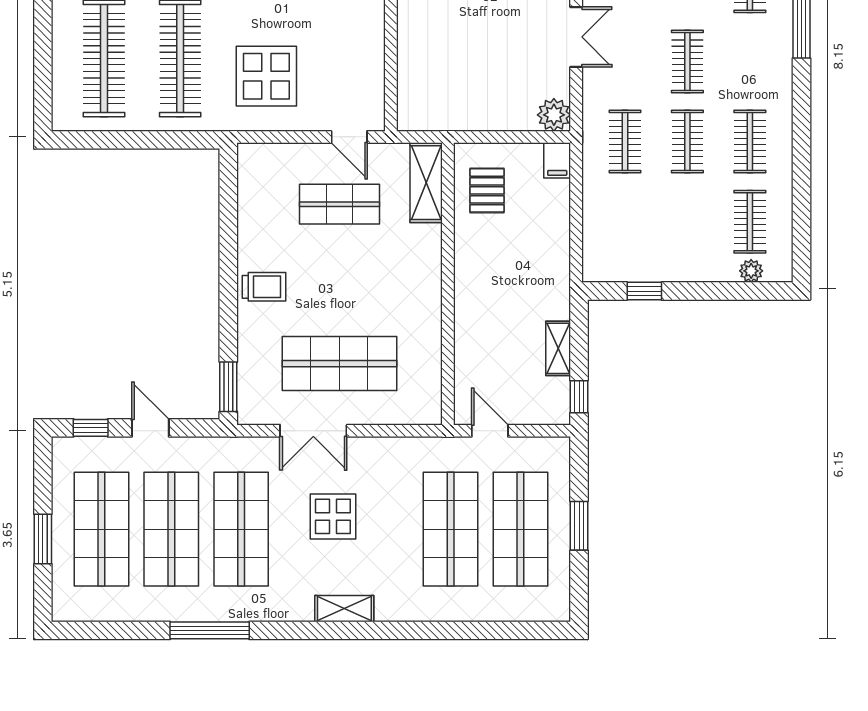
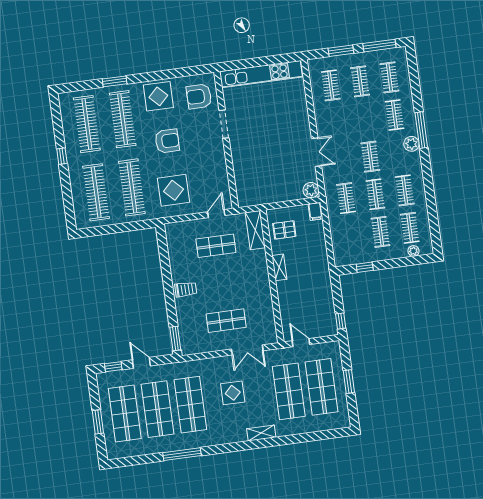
plant: (777, 46) -> (411, 144), added
door: (349, 137) -> (216, 214), swing flipped
pallet: (487, 190) -> (284, 230), turned 90
clothes rail: (687, 222) -> (380, 232), added
shelving: (558, 348) -> (279, 267), moved
shop shelf: (339, 364) -> (226, 321), width x0.70, depth x0.74
double door: (313, 431) -> (247, 350), moved
shelving: (344, 609) -> (261, 433), moved

